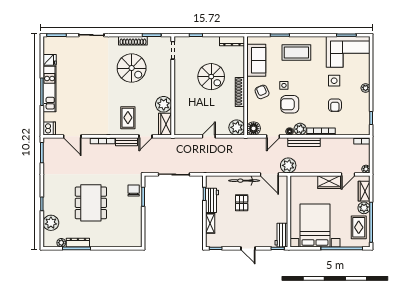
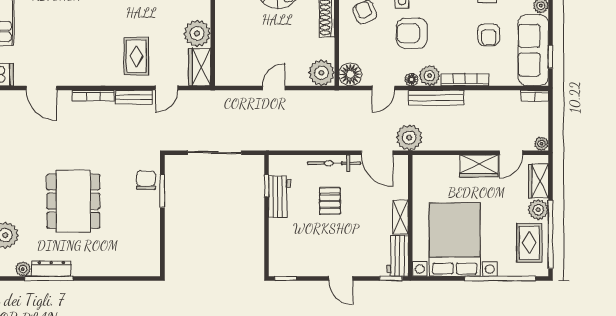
sofa: (361, 114) -> (533, 50), added
shelving: (210, 223) -> (400, 217), moved

